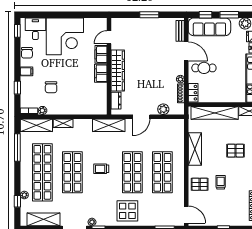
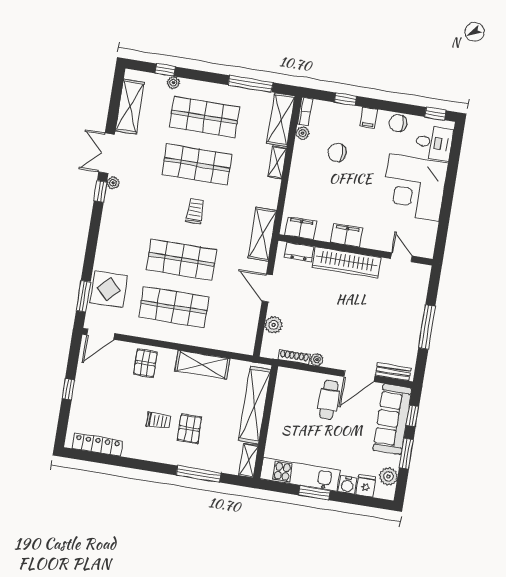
window: (149, 15) -> (427, 327), width x1.44
filing cabinet: (101, 54) -> (301, 228), moved
locker: (193, 93) -> (292, 376), removed
shop shelf: (42, 172) -> (205, 117), width x0.71
trolley: (221, 182) -> (158, 421), moved
display table: (127, 211) -> (109, 289), moved

